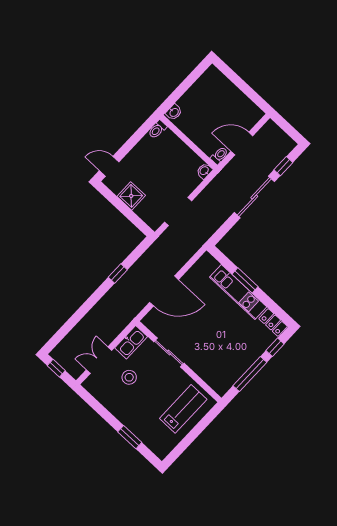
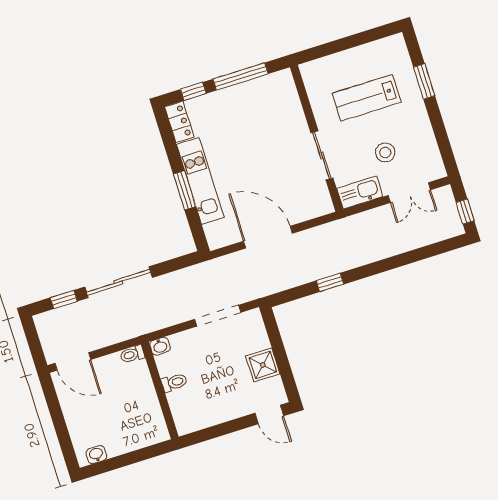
washbasin: (174, 112) -> (96, 455), moved
toilet: (157, 129) -> (174, 382), moved
door: (242, 144) -> (73, 361), moved
door: (164, 291) -> (268, 237), moved
lab bench: (183, 409) -> (367, 98), moved

